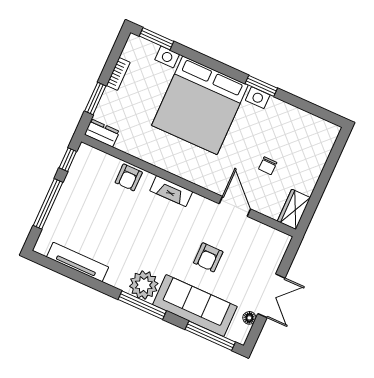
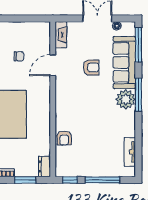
armchair: (129, 177) -> (64, 138), turned 90
fireplace: (171, 191) -> (61, 35), moved
wardrobe: (294, 209) -> (38, 28), removed
tv unit: (78, 262) -> (130, 152), width x0.71

